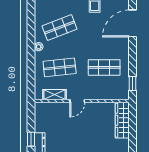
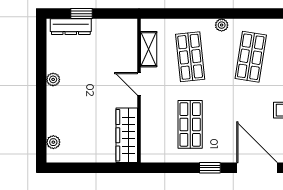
shop shelf: (60, 28) -> (251, 57), turned 30
window: (133, 84) -> (210, 168), moved
wardrobe: (122, 120) -> (127, 135), moved, turned -90

